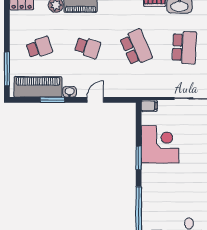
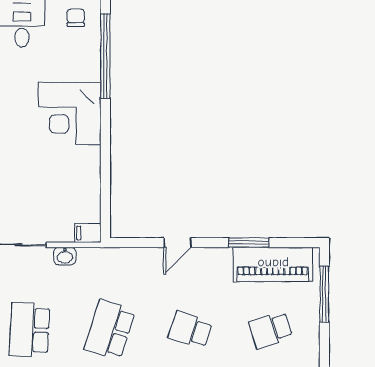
school desk: (136, 47) -> (110, 330), turned 42
washbasin: (70, 92) -> (65, 256), moved
corner desk: (160, 144) -> (70, 113), moved
window: (139, 158) -> (105, 147), removed

